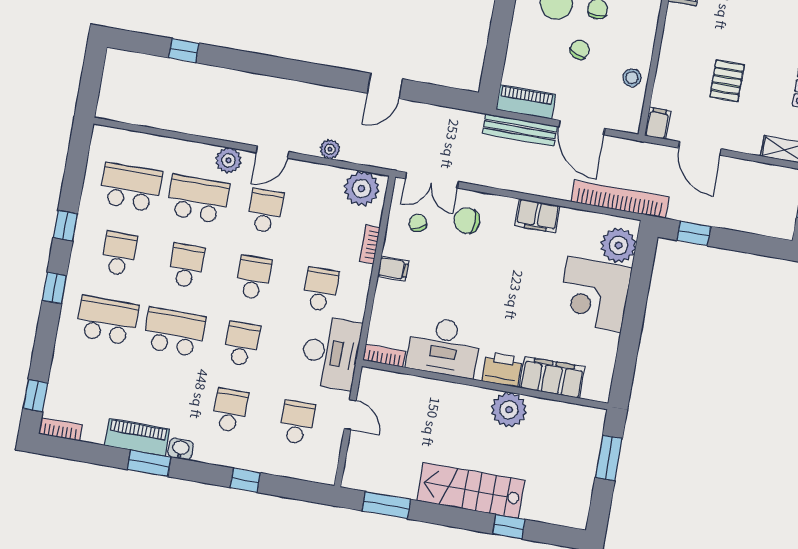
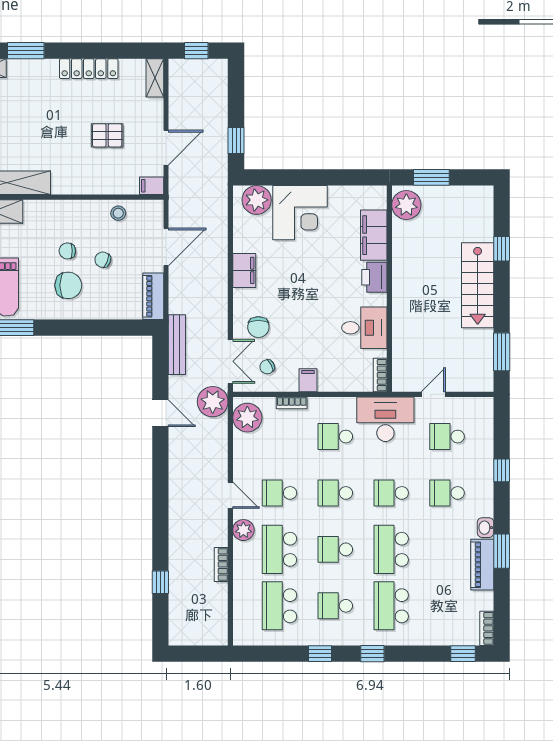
bench: (520, 130) -> (177, 345), moved
plant: (330, 149) -> (213, 402), moved, width x1.87, depth x1.87
bookcase: (620, 199) -> (221, 564), moved, width x0.43, depth x0.76
desk: (444, 347) -> (364, 328), width x0.73
plant: (509, 410) -> (406, 205), moved

